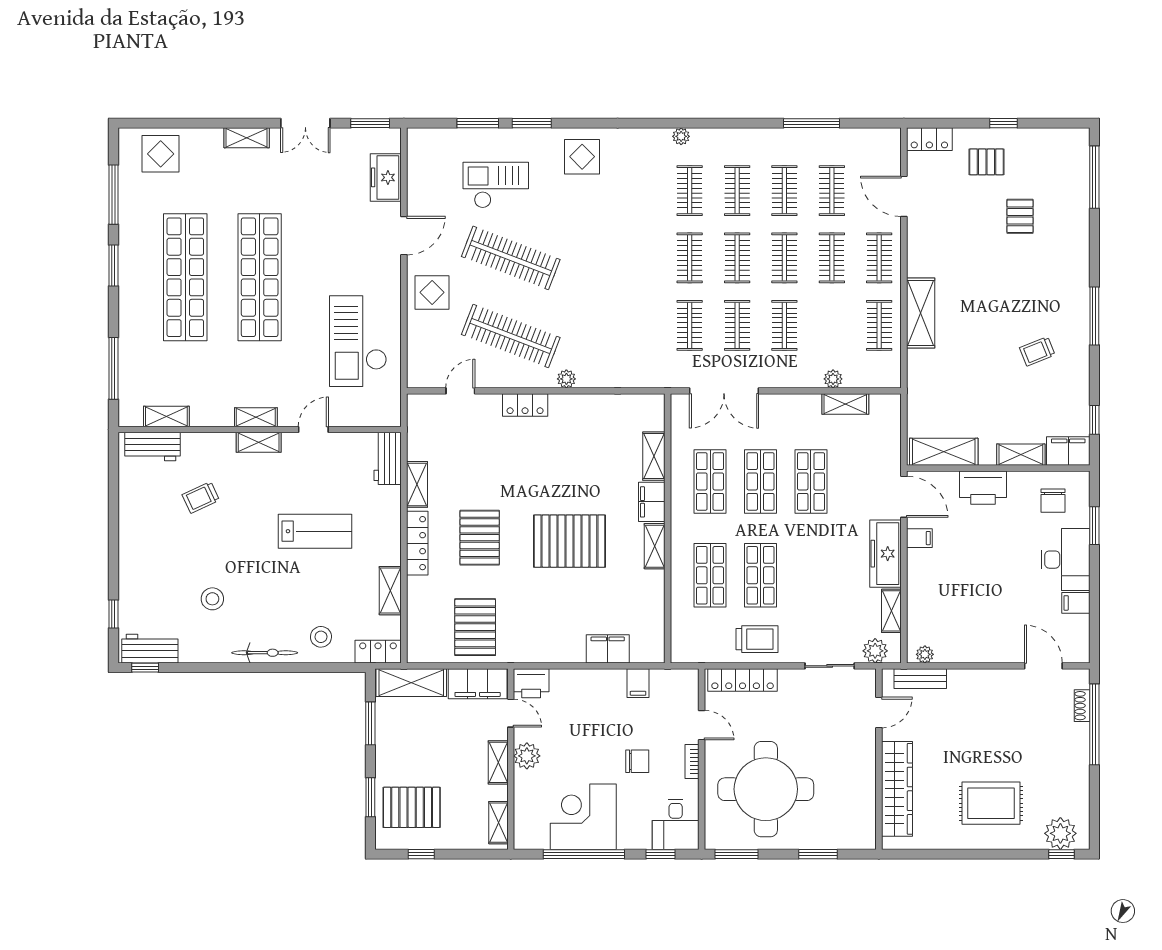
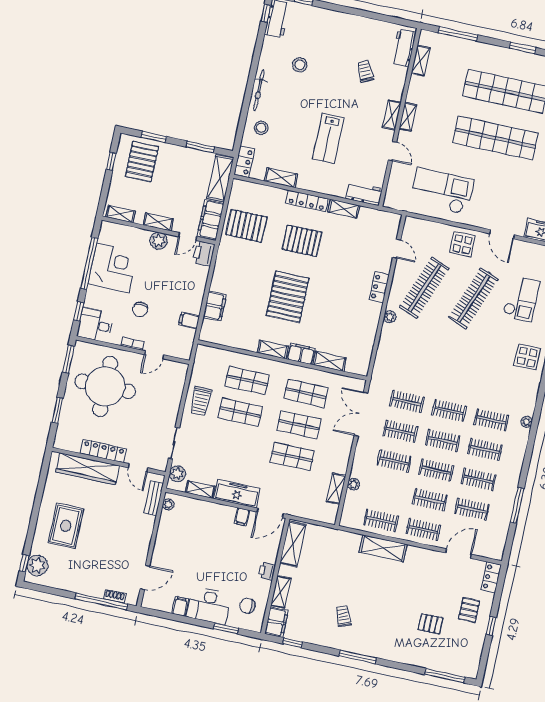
printer: (983, 488) -> (267, 571), width x0.53, depth x0.68
locker: (743, 680) -> (103, 451), moved, turned 90

